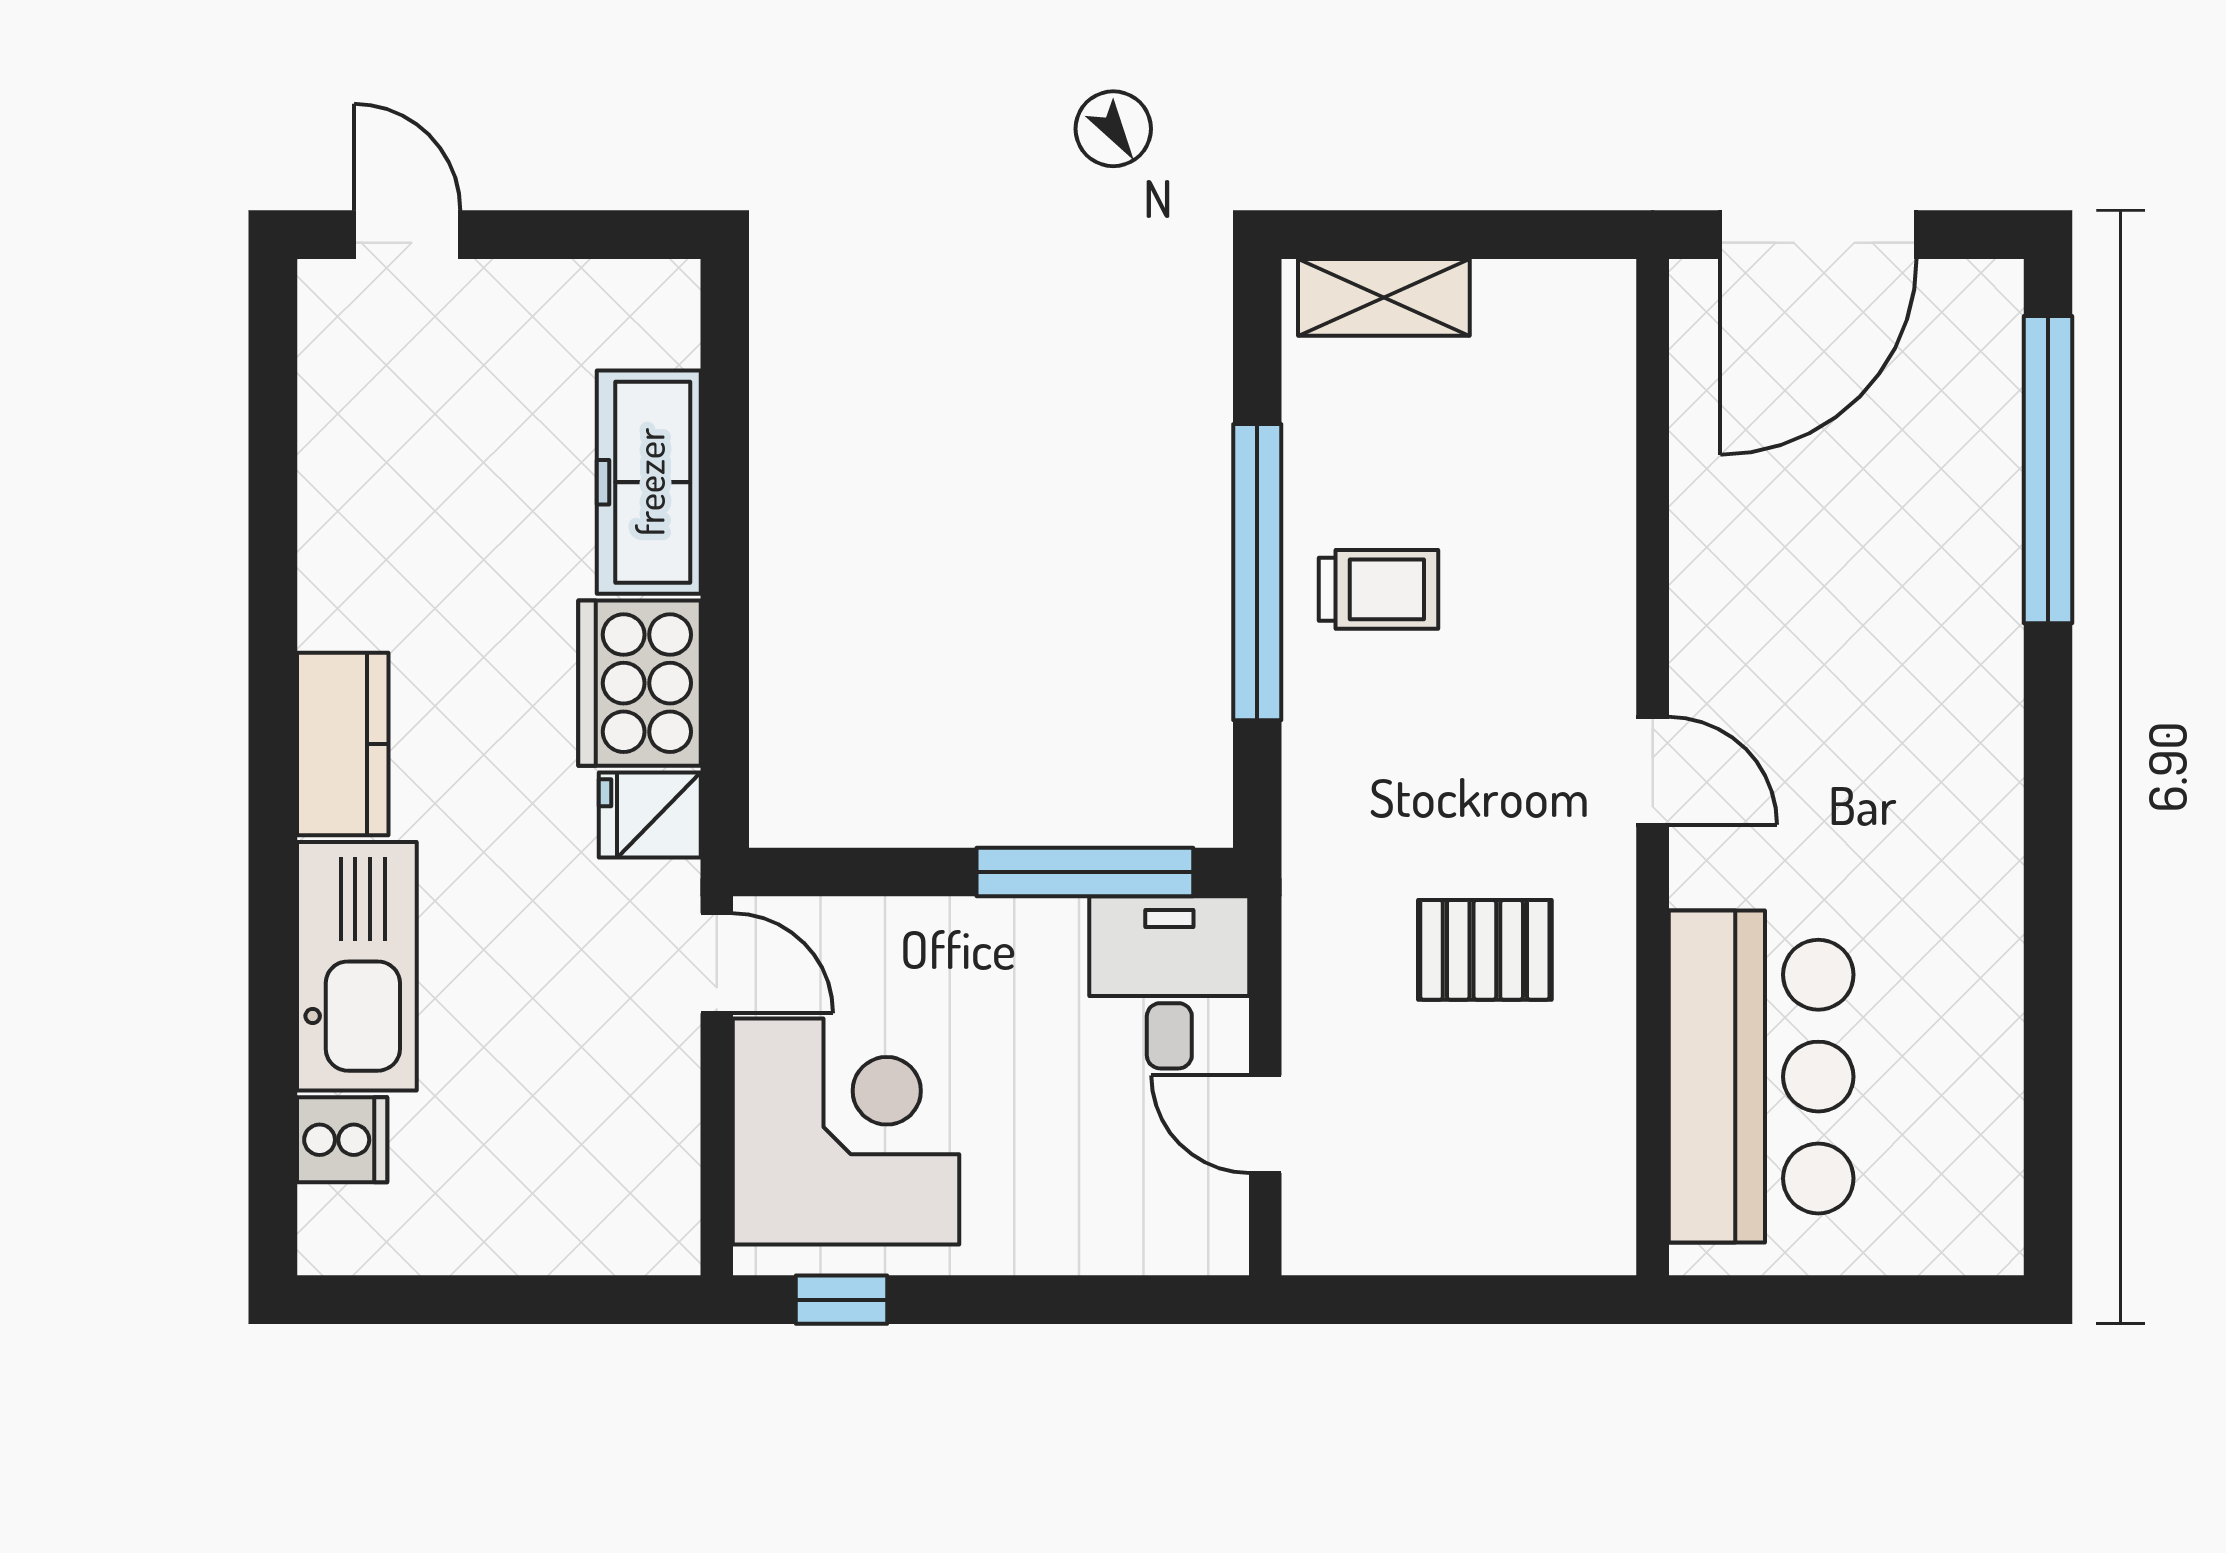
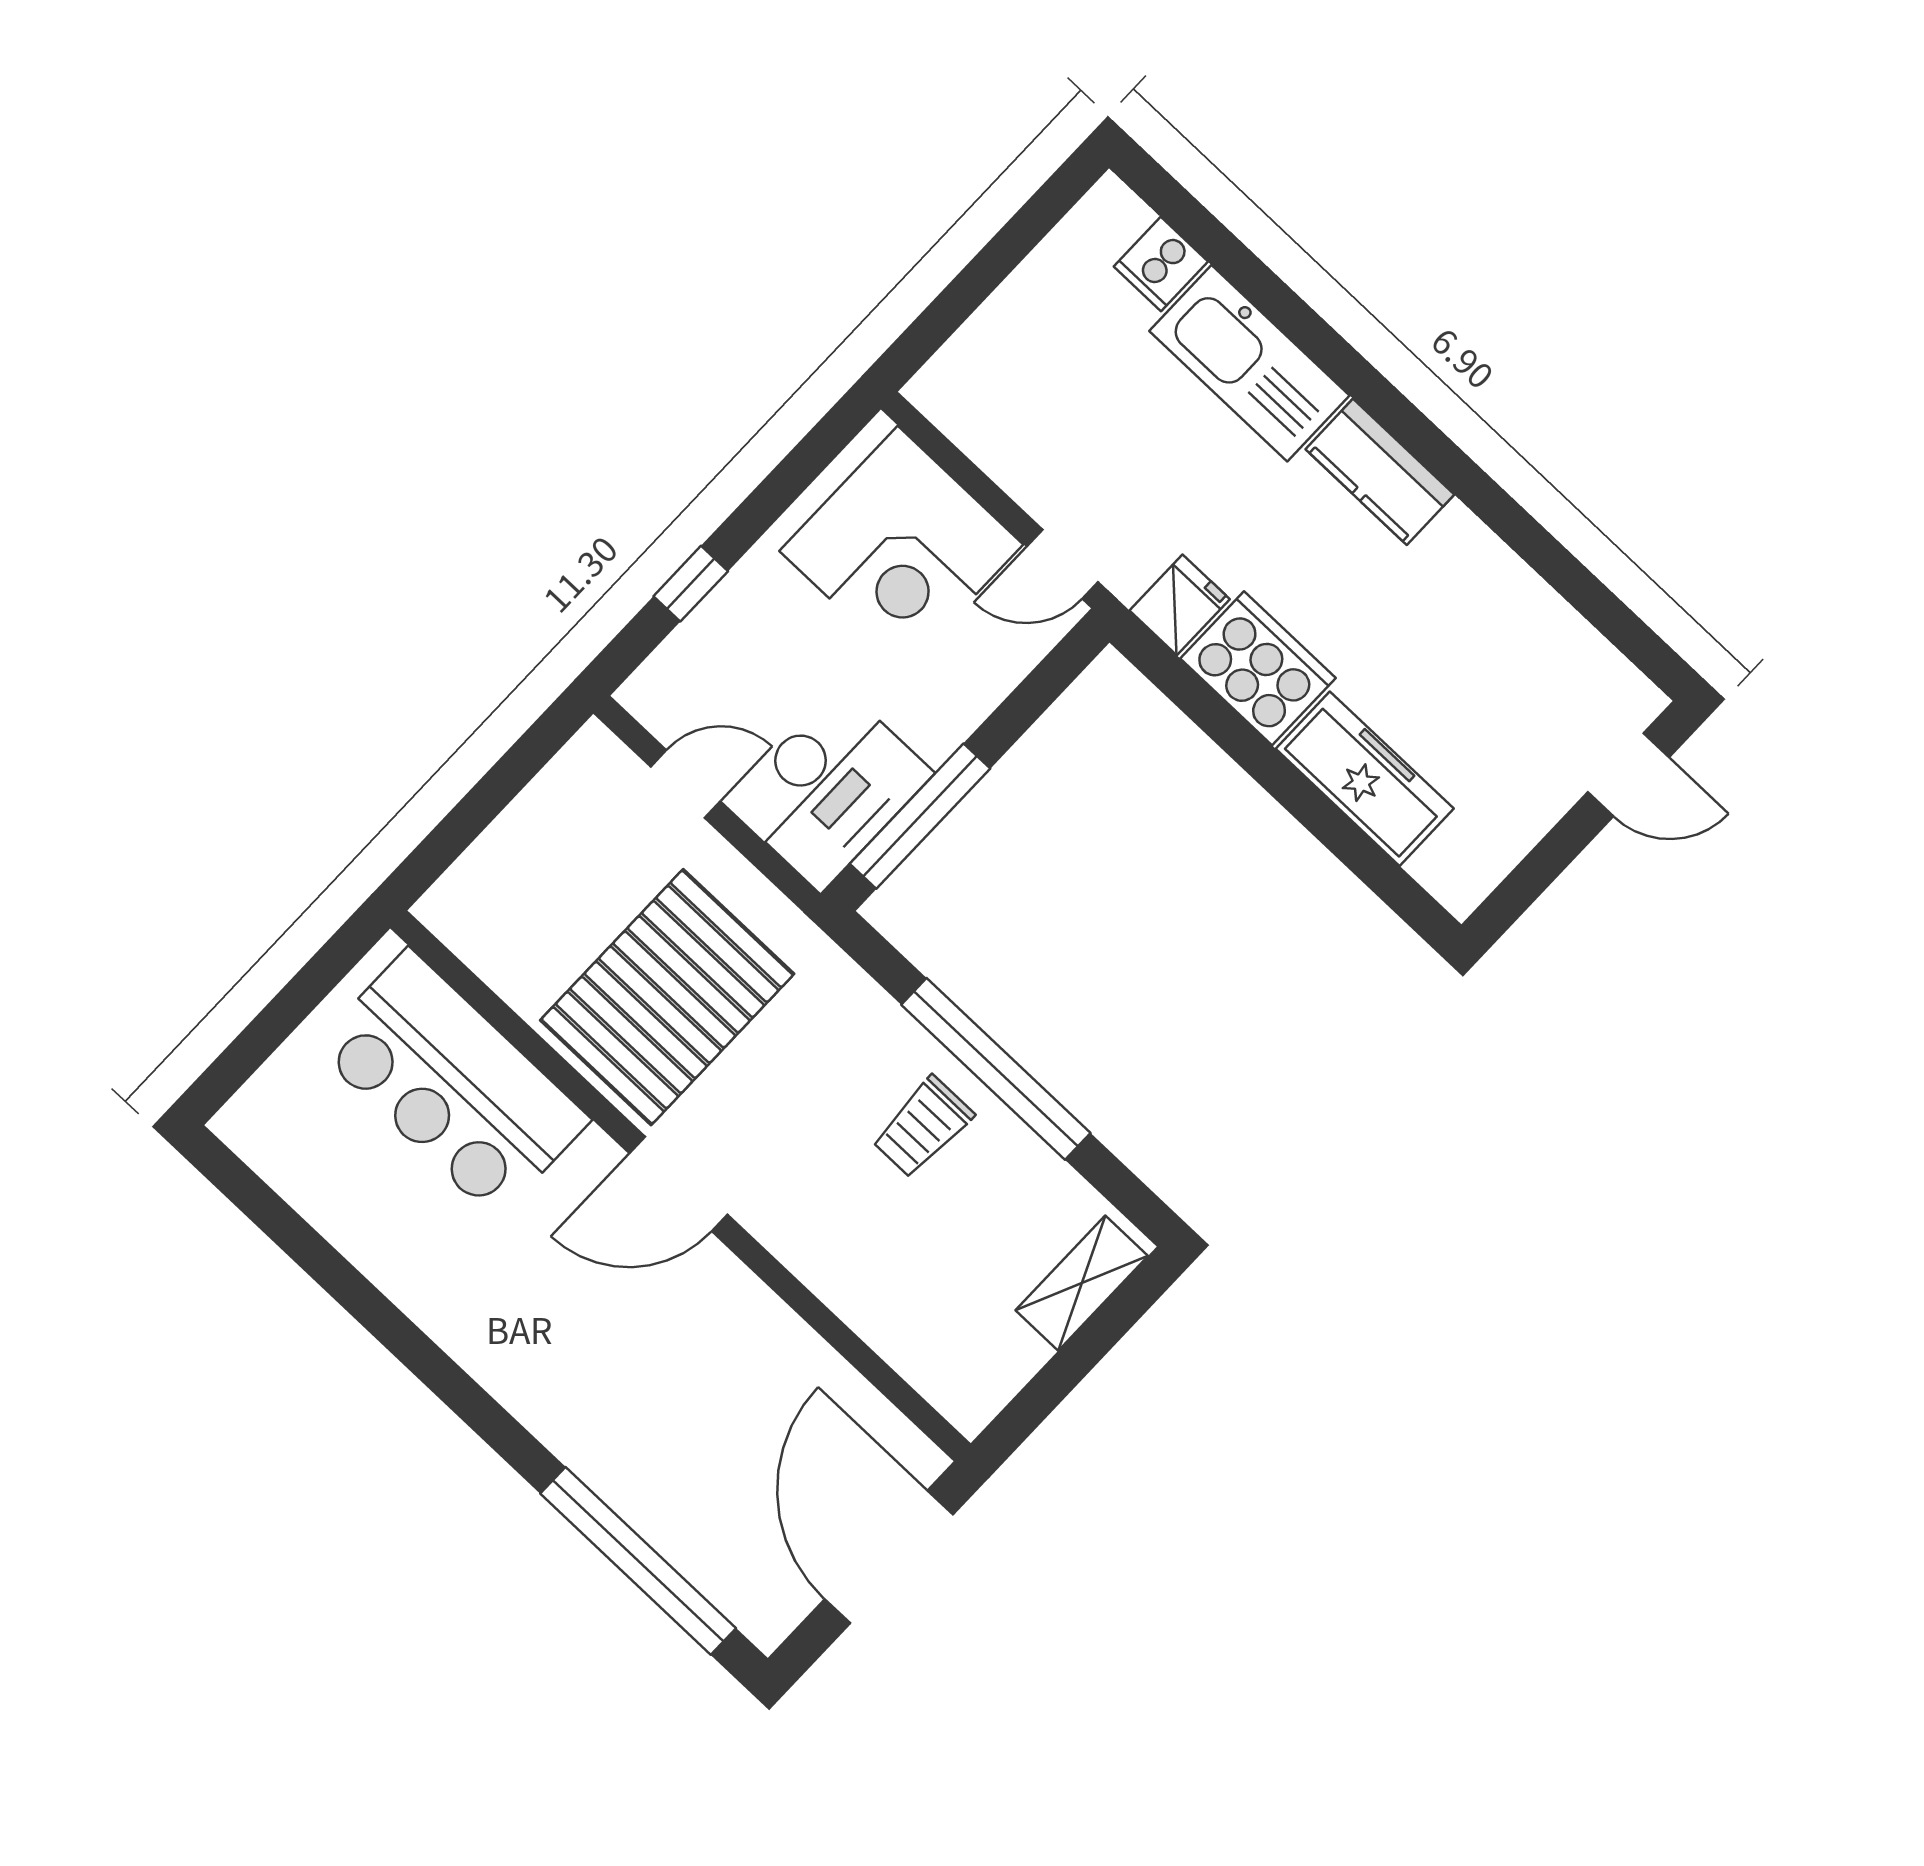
door: (1653, 771) -> (678, 1184), width x1.38
pallet: (1485, 950) -> (667, 997), width x2.05, depth x2.00
desk: (1169, 982) -> (830, 789), width x1.37
window: (842, 1300) -> (691, 584), moved

